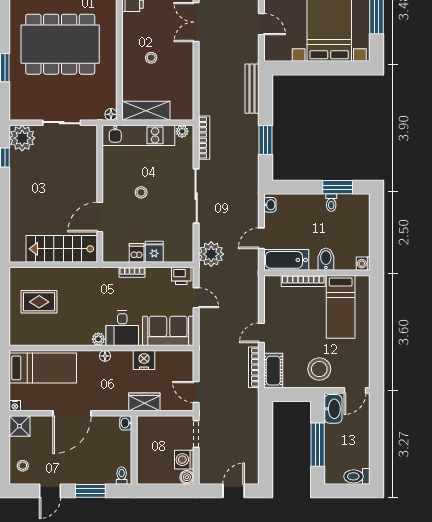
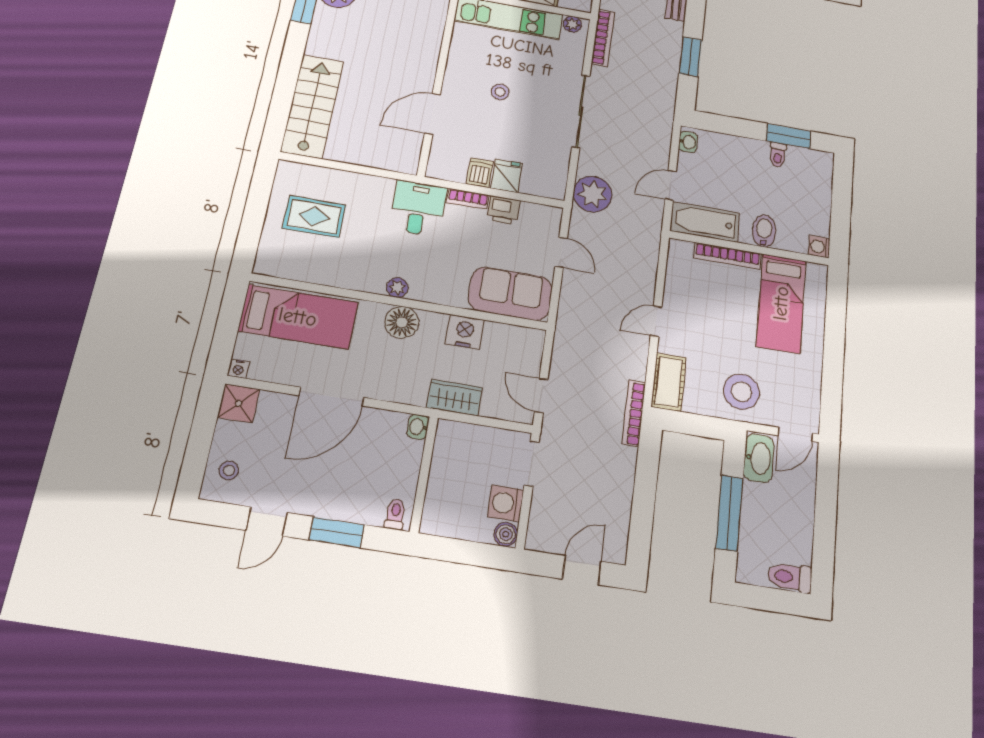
stairs: (62, 249) -> (312, 106), moved, turned 90
printer: (181, 276) -> (504, 210), moved
desk: (122, 328) -> (418, 208), moved, turned 180
floor lamp: (105, 356) -> (402, 322), width x1.89, depth x1.89
bookcase: (254, 367) -> (634, 413), moved

